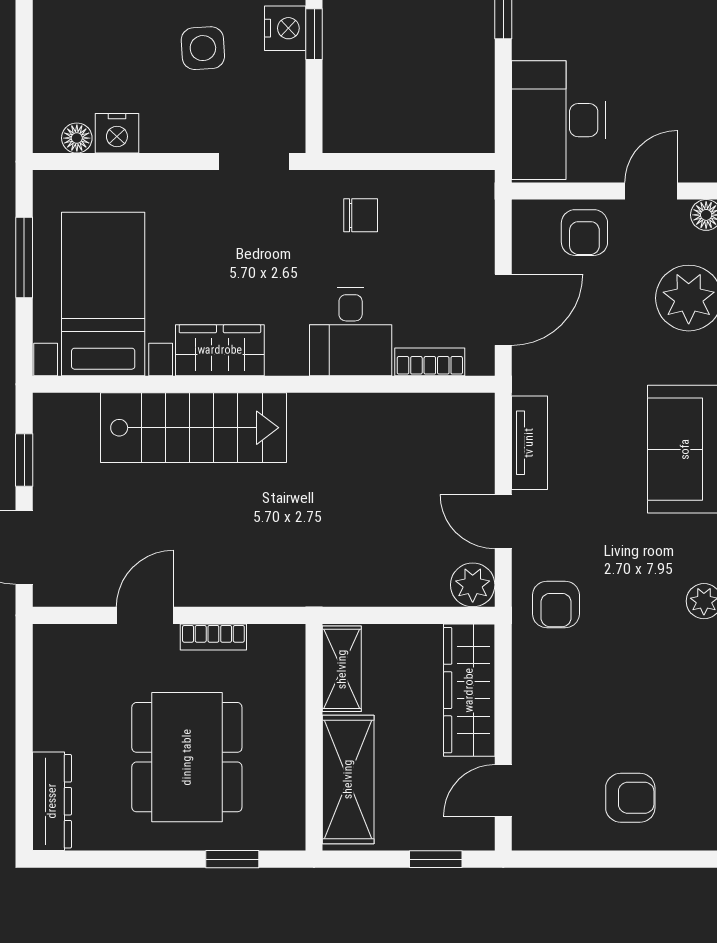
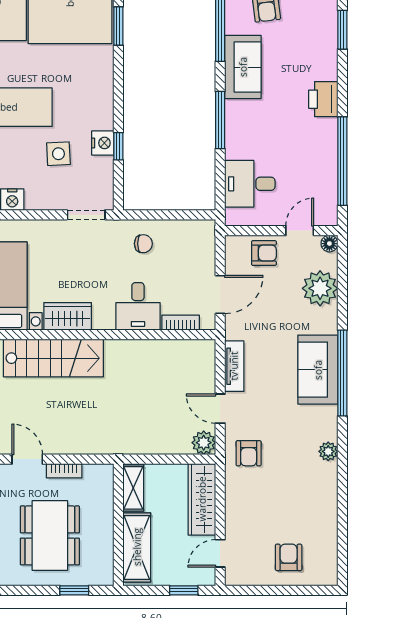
desk: (558, 120) -> (250, 184), width x0.73
armchair: (584, 233) -> (264, 253), turned -90
door: (145, 615) -> (27, 459), hinge flipped
armchair: (630, 798) -> (289, 557), turned -90

